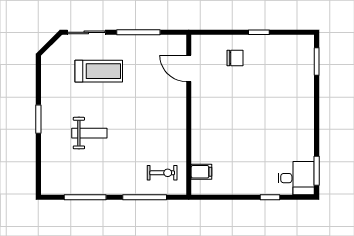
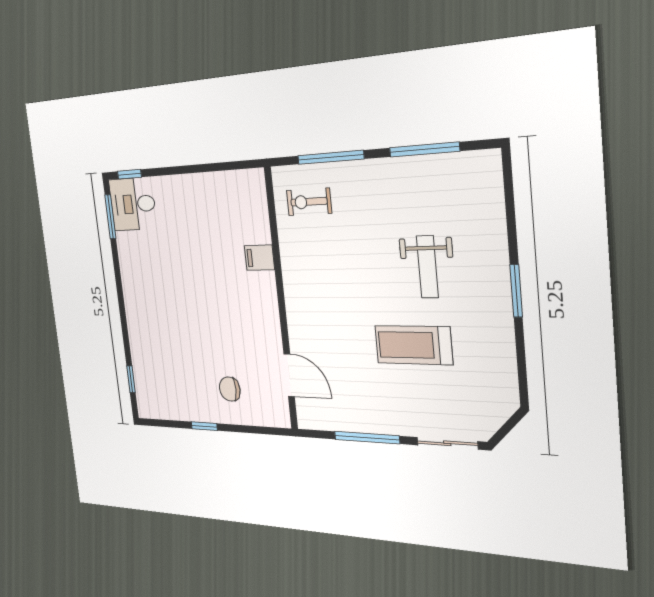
window: (317, 61) -> (131, 379), width x0.67
treadmill: (99, 71) -> (413, 345), moved
weight bench: (89, 133) -> (427, 267), turned -90
filing cabinet: (201, 172) -> (259, 258), moved
window: (270, 197) -> (129, 174), moved

